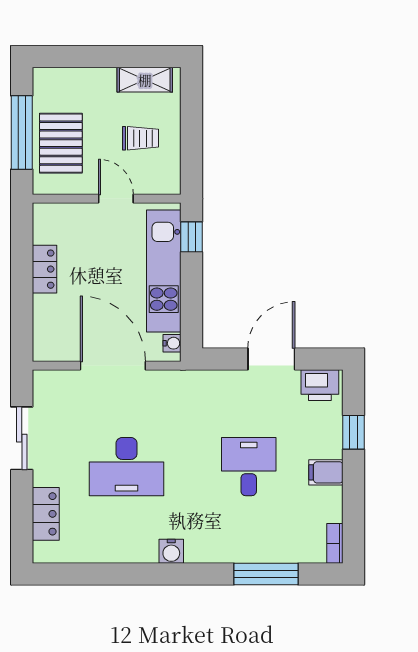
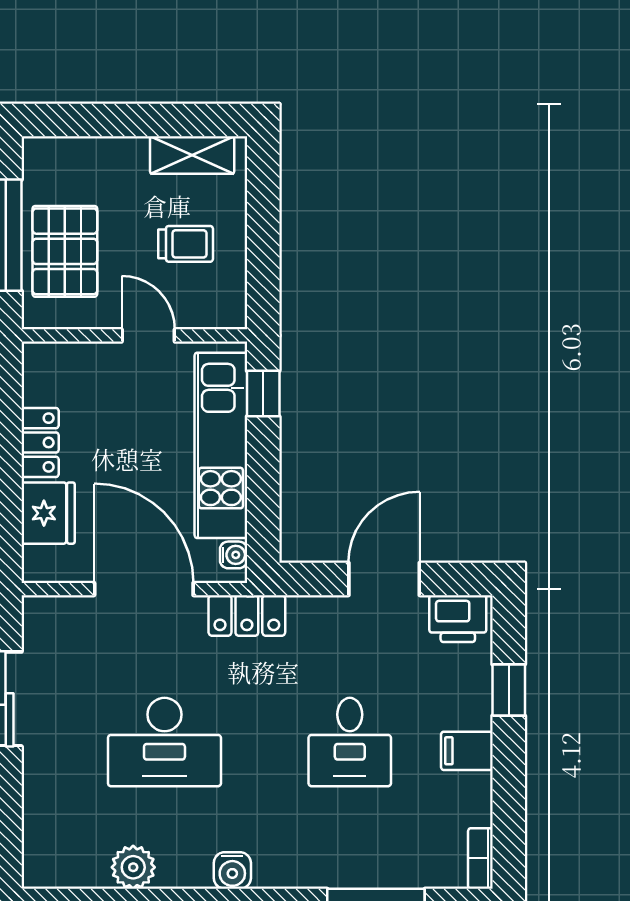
fridge: (50, 316) -> (48, 513), added
desk: (249, 467) -> (350, 742), turned 180
locker: (46, 514) -> (247, 615), moved, turned 90
plant: (106, 549) -> (133, 867), added

